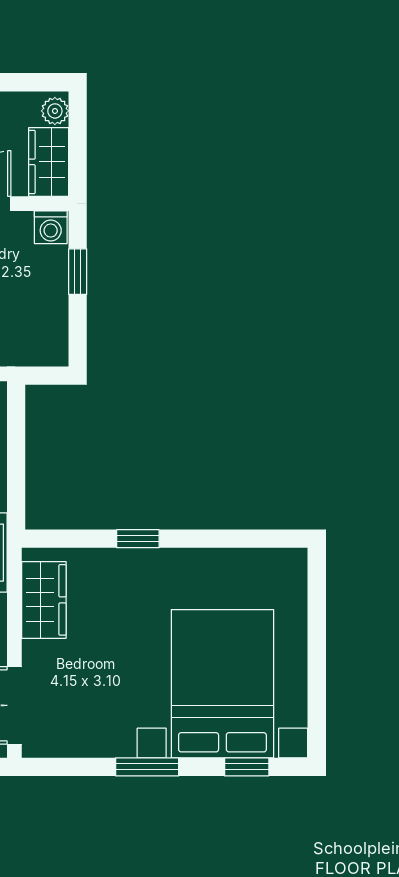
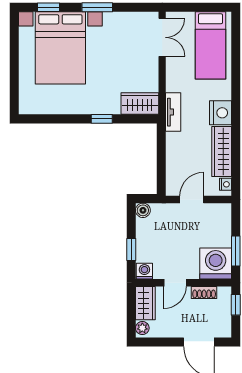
boiler: (54, 352) -> (143, 210), added
wardrobe: (44, 600) -> (140, 104), moved, turned 90

